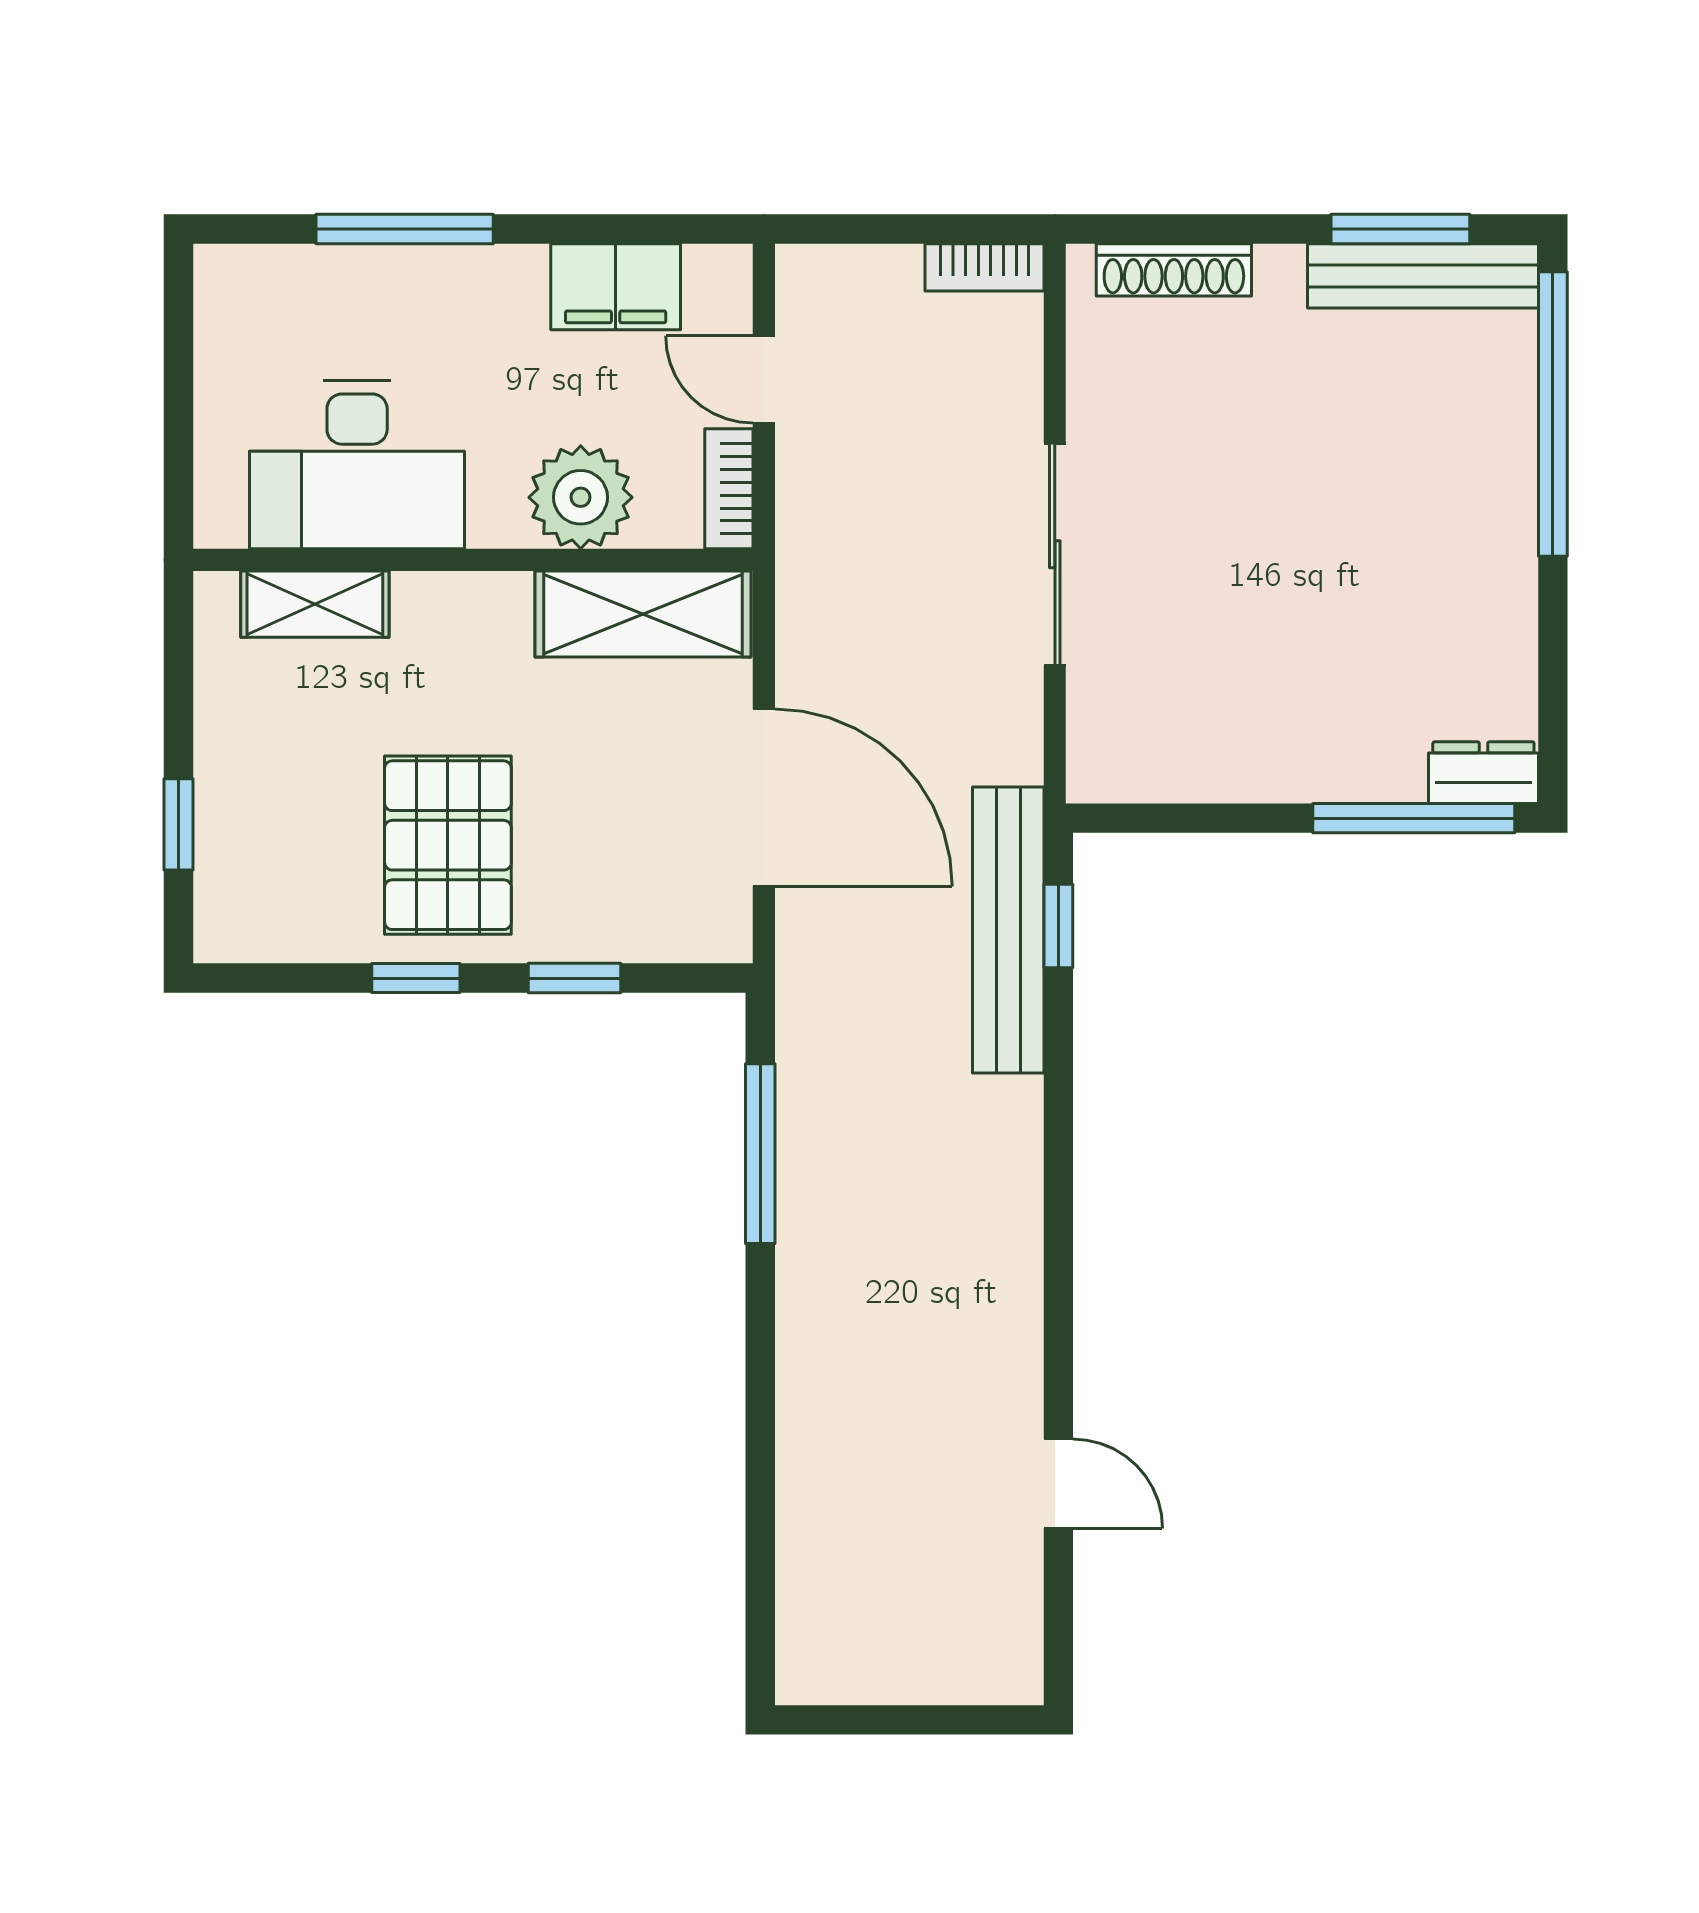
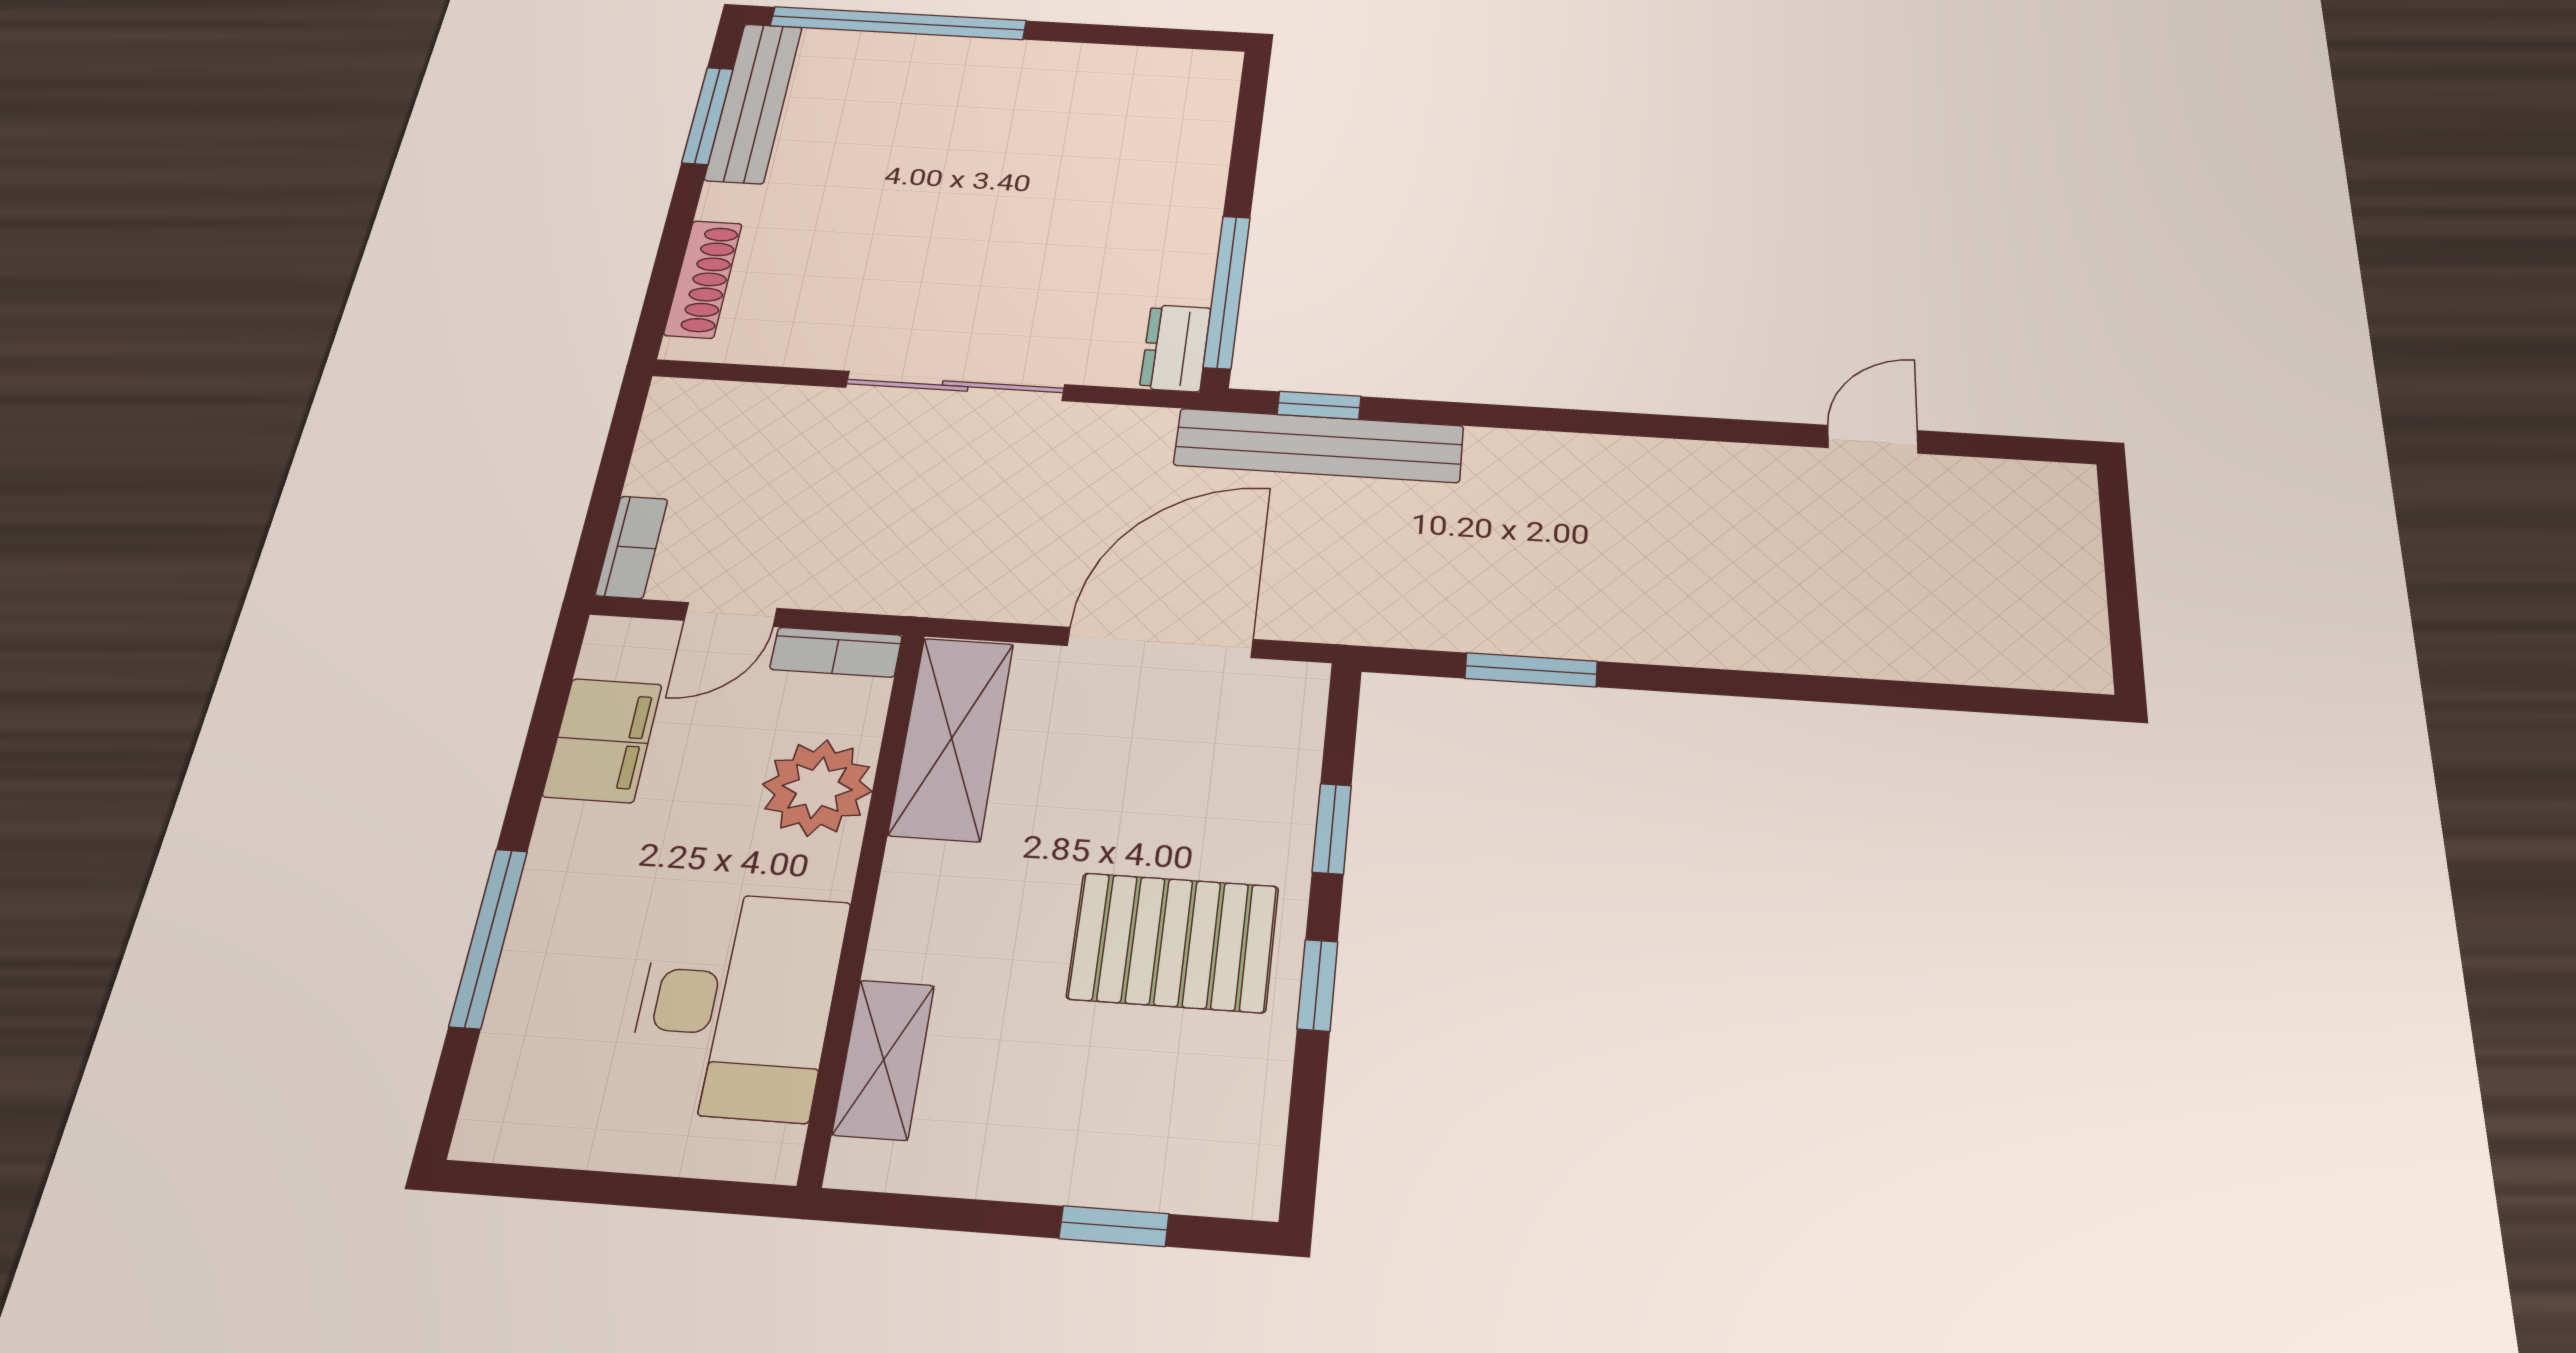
bookcase: (985, 267) -> (632, 547), moved
dresser: (1483, 773) -> (1175, 348), moved
window: (1414, 818) -> (1227, 291), moved
window: (760, 1154) -> (1531, 670), width x0.69

